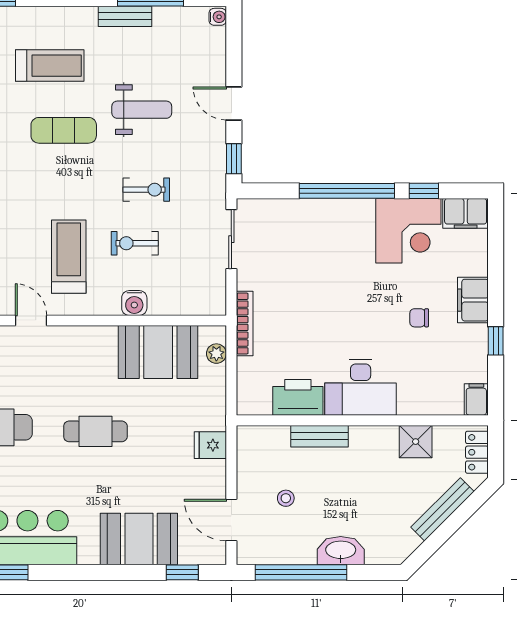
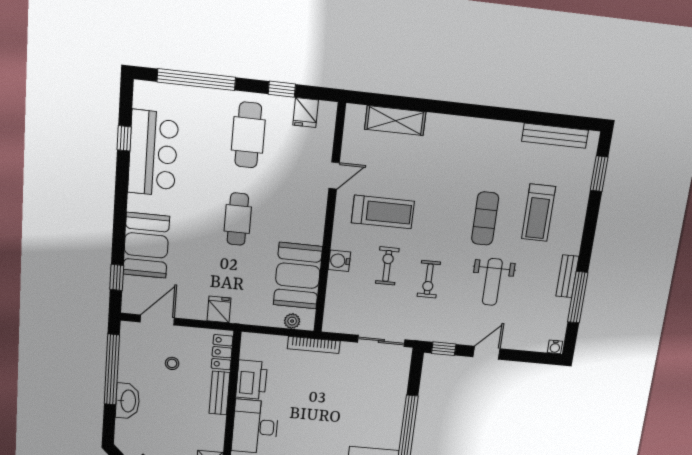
locker: (265, 437) -> (222, 352), added

